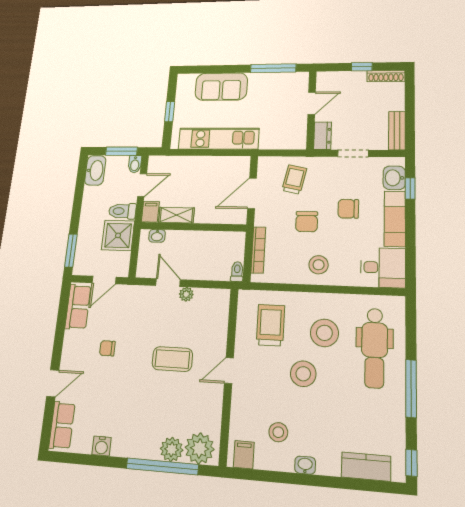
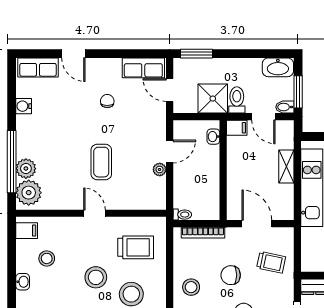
shelving: (176, 215) -> (286, 167), moved

